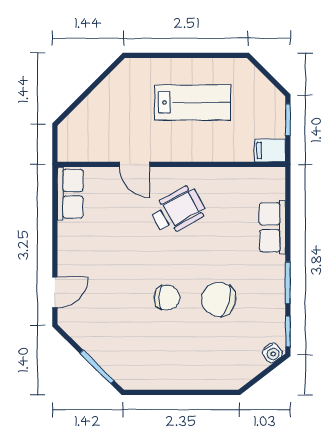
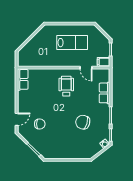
door: (134, 164) -> (86, 68), moved
wheelchair: (178, 210) -> (66, 86), turned -61
chair: (167, 298) -> (40, 124), moved

